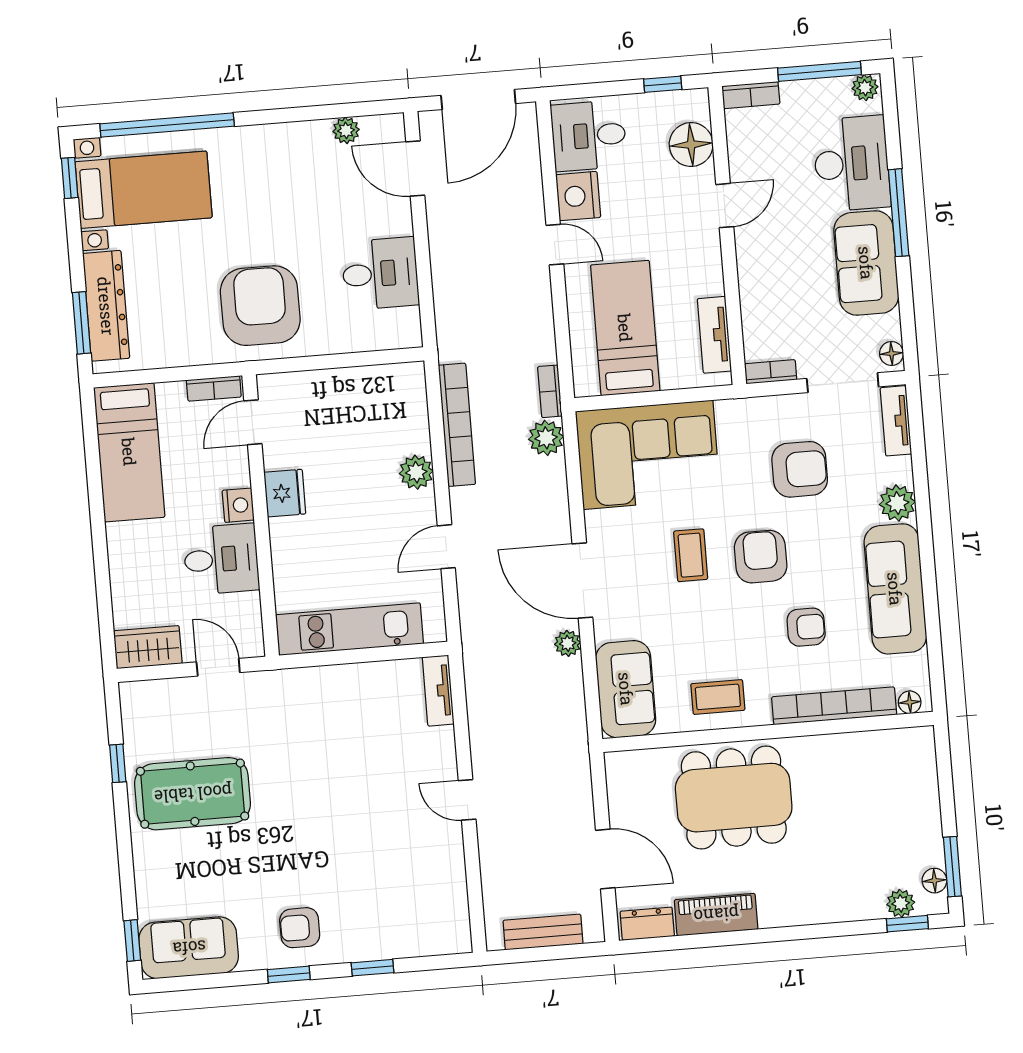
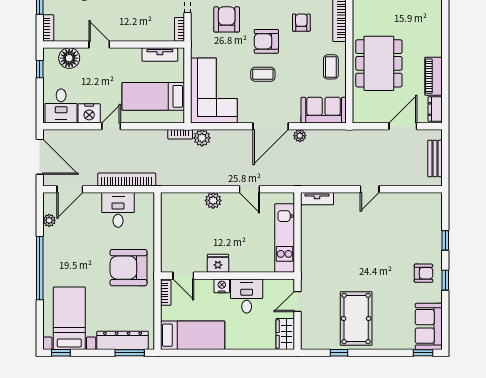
window: (167, 125) -> (40, 268), moved
bookcase: (457, 425) -> (127, 180), moved
armchair: (300, 928) -> (423, 273), turned -90

